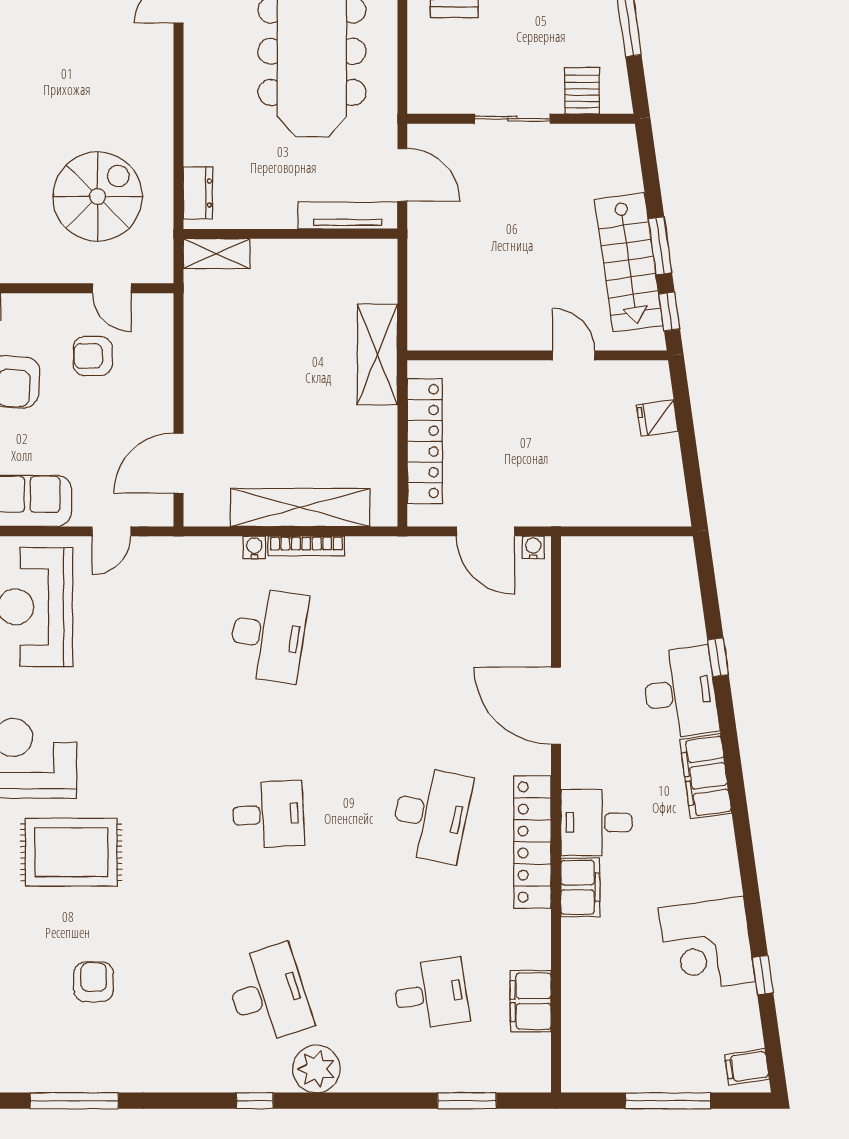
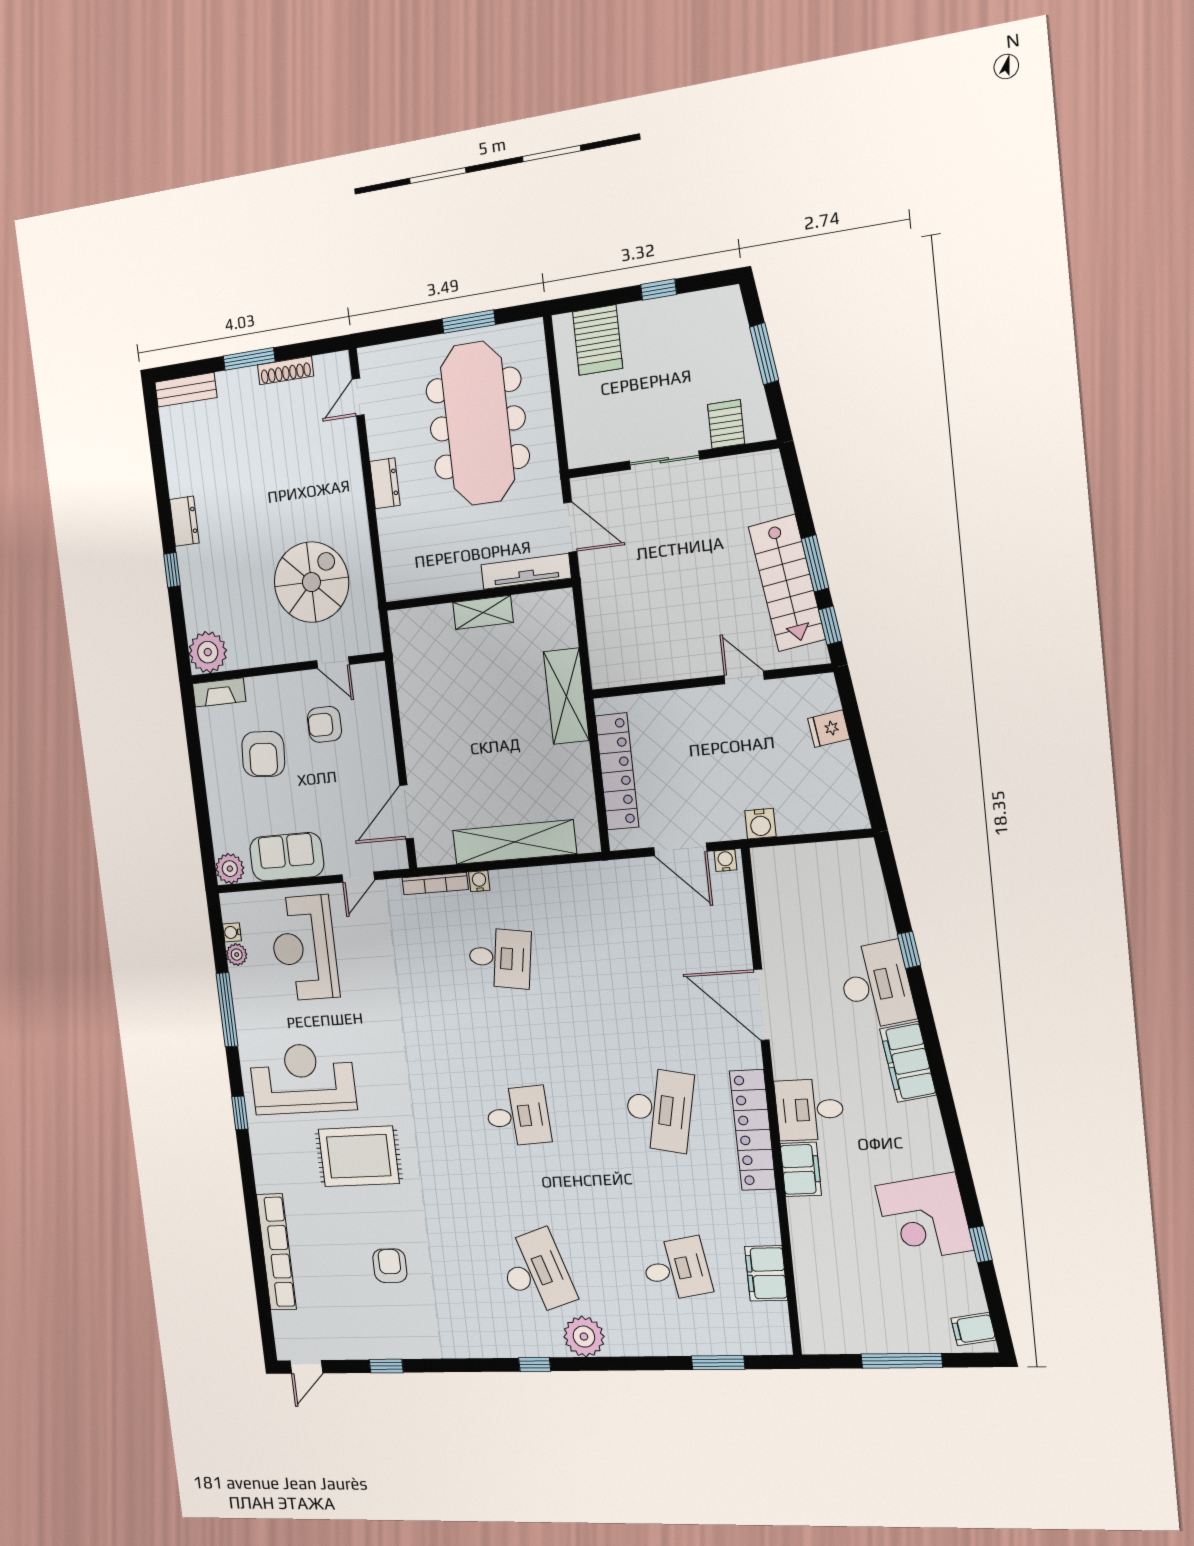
dresser: (198, 193) -> (385, 483), moved
shelving: (217, 254) -> (483, 612), moved
water cooler: (575, 511) -> (760, 824), added
bookcase: (306, 546) -> (435, 884), moved
desk: (268, 635) -> (500, 958), width x0.73
window: (74, 1101) -> (386, 1366), width x0.46

